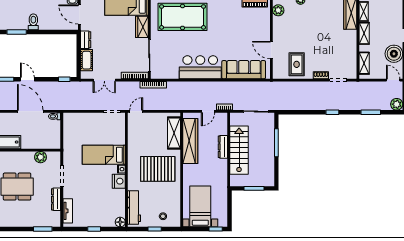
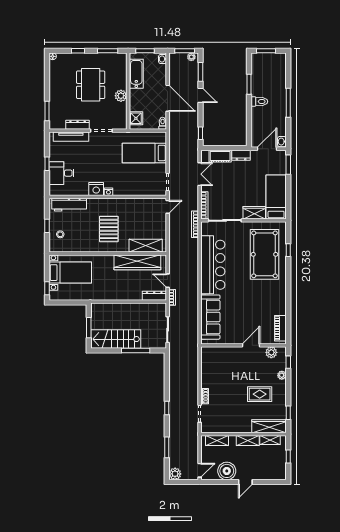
door: (271, 50) -> (251, 345), moved
rug: (297, 64) -> (260, 394), moved
bar counter: (200, 67) -> (213, 265), width x1.36
door: (27, 79) -> (201, 95), hinge flipped
double door: (104, 80) -> (200, 174), swing flipped
door: (30, 111) -> (168, 98), hinge flipped
door: (136, 111) -> (168, 207), hinge flipped
shower: (50, 142) -> (136, 118), added
dresser: (223, 147) -> (154, 296), moved
stairs: (239, 150) -> (116, 339), moved, turned 180
bed: (104, 155) -> (144, 153), moved, turned -90
plant: (41, 157) -> (121, 96), moved
pallet: (158, 169) -> (109, 229), width x0.73, depth x0.71
tv unit: (68, 211) -> (71, 137), width x1.41
desk: (103, 215) -> (62, 173), added
floor lamp: (120, 222) -> (54, 191), removed

